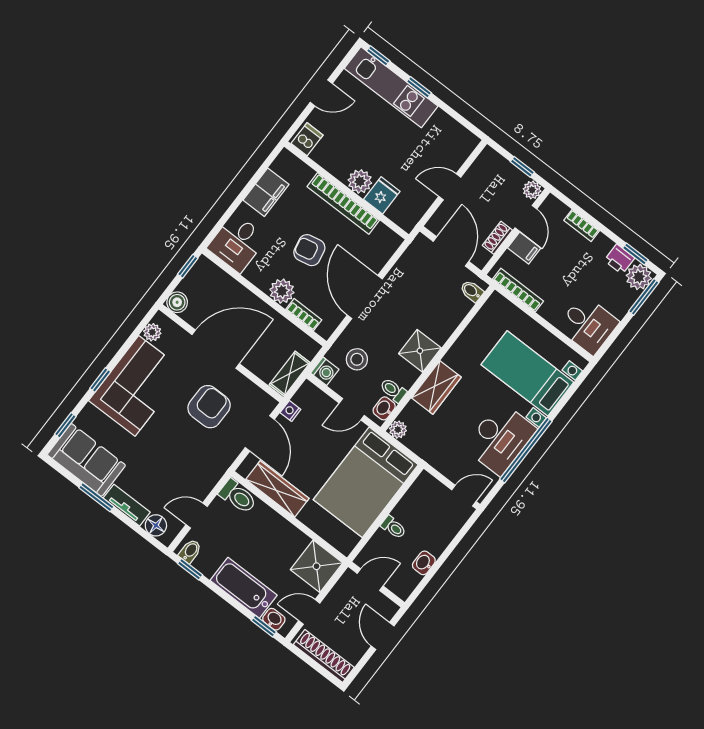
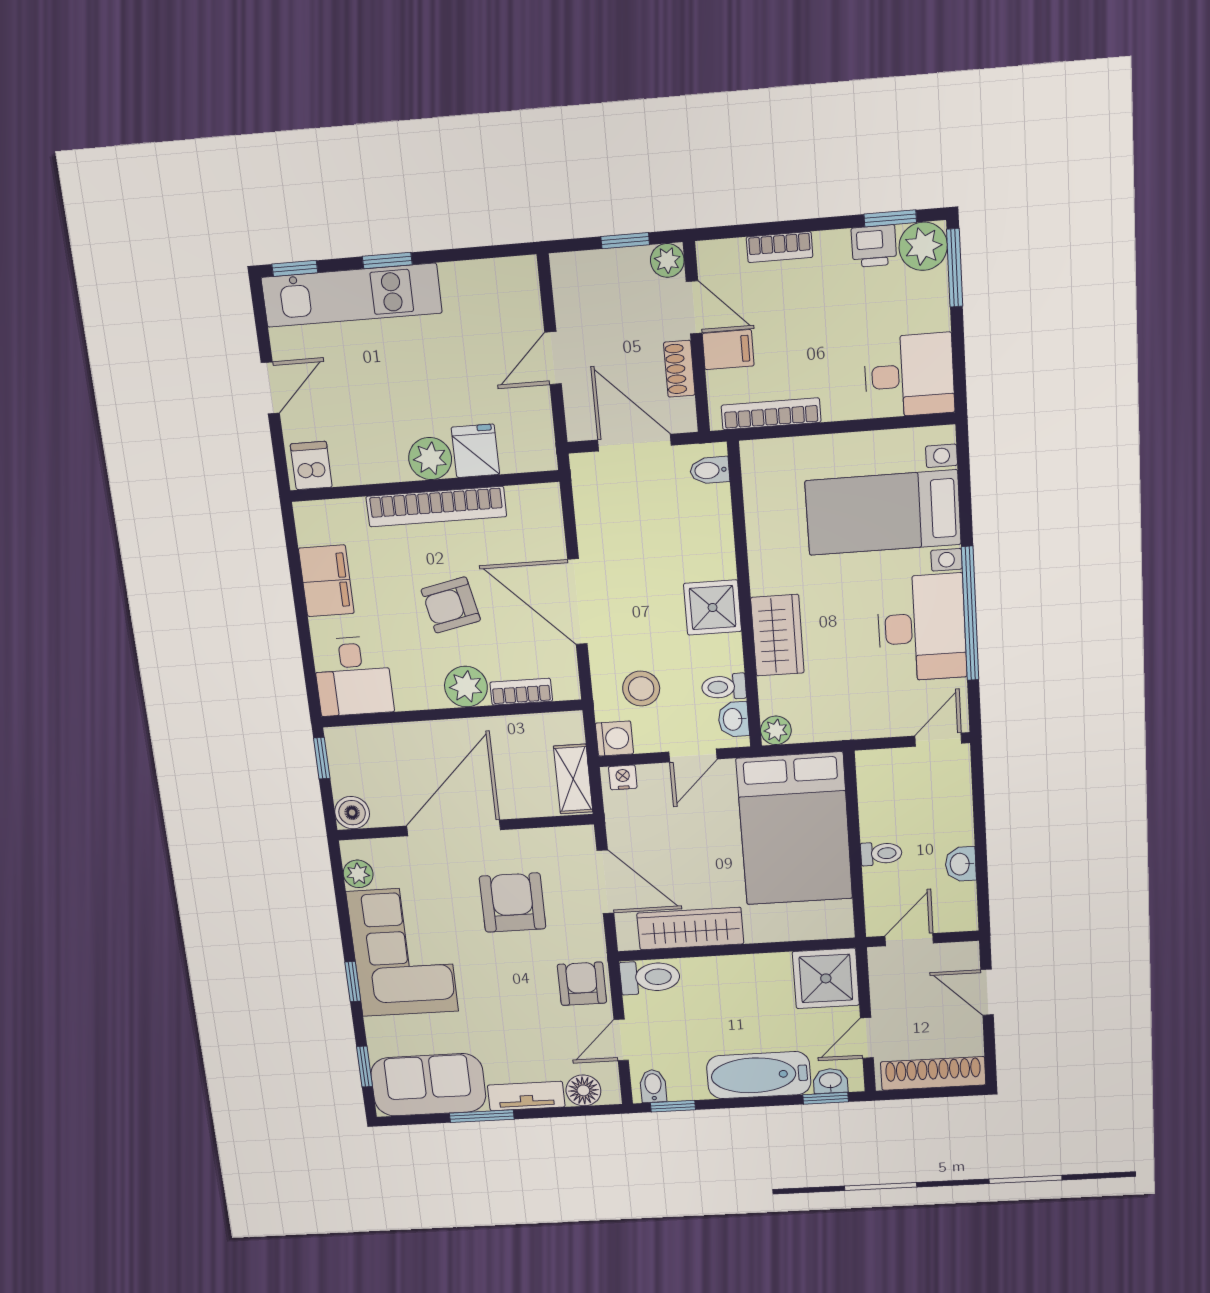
nightstand: (290, 411) -> (623, 777), moved, turned 90
armchair: (204, 473) -> (582, 984), added

